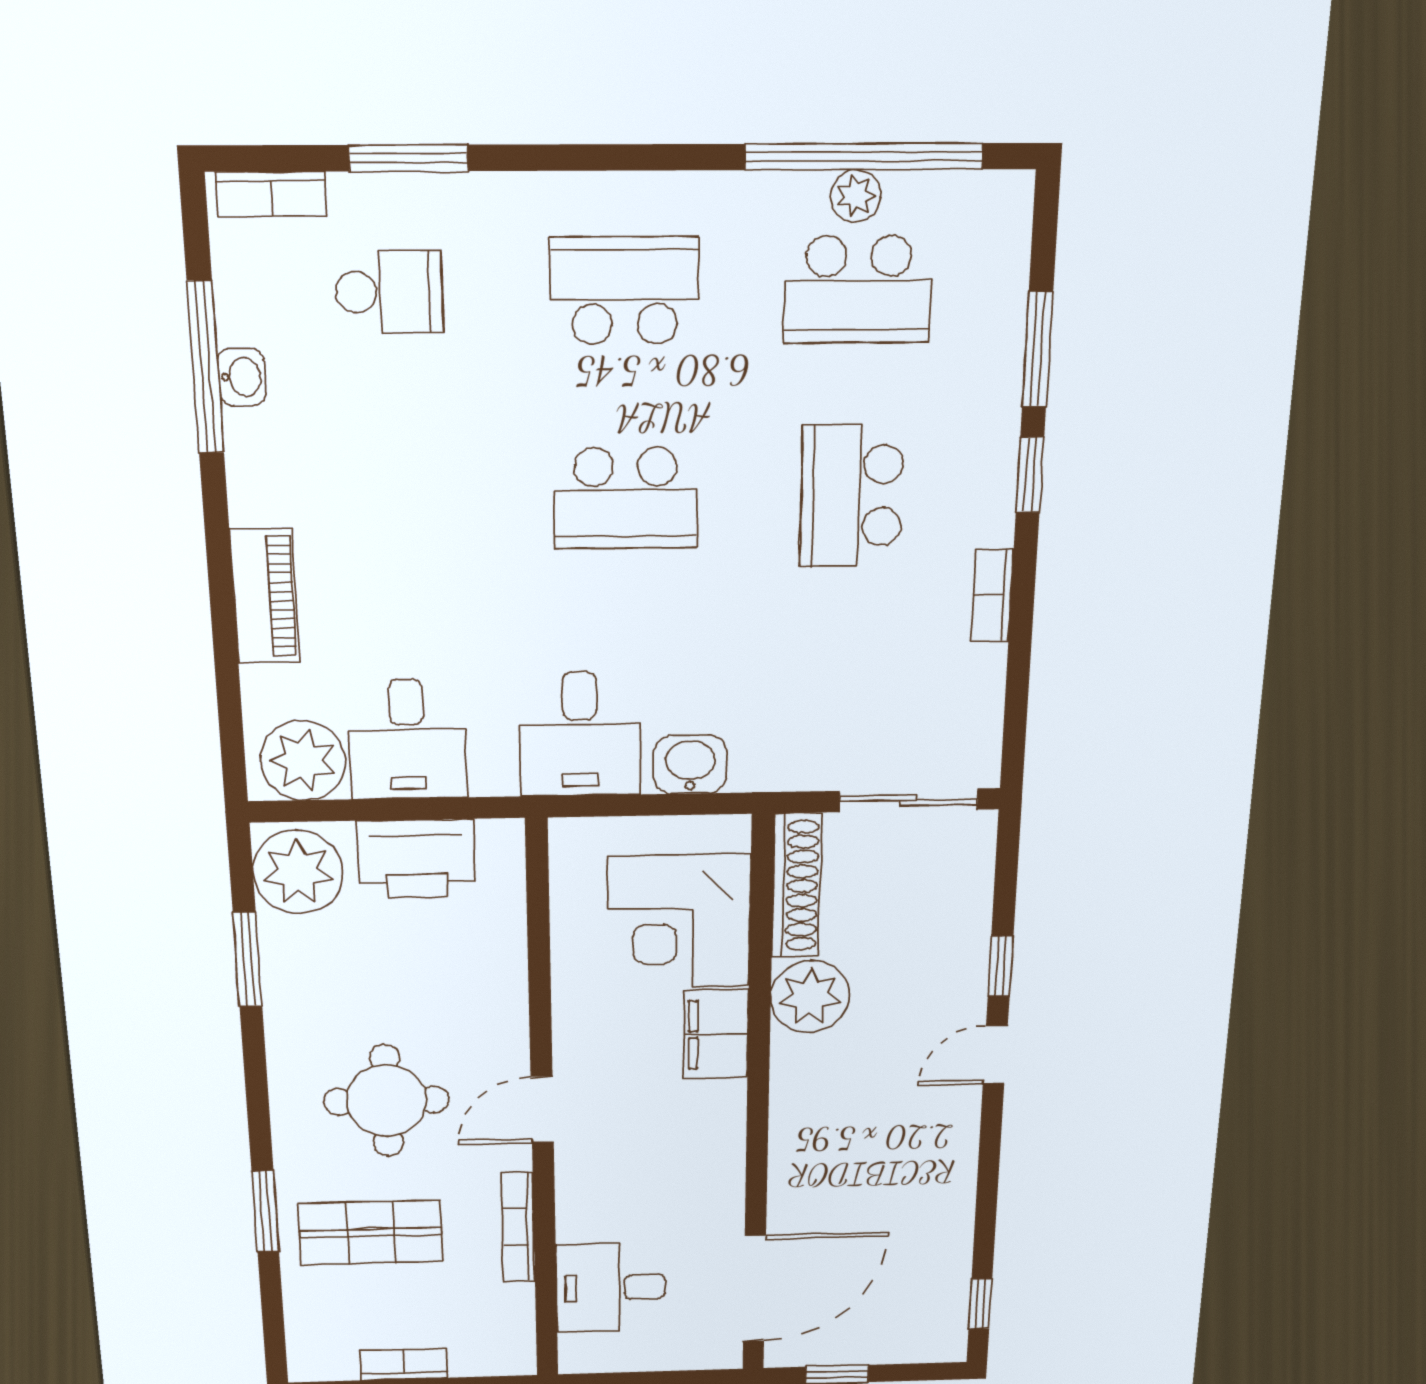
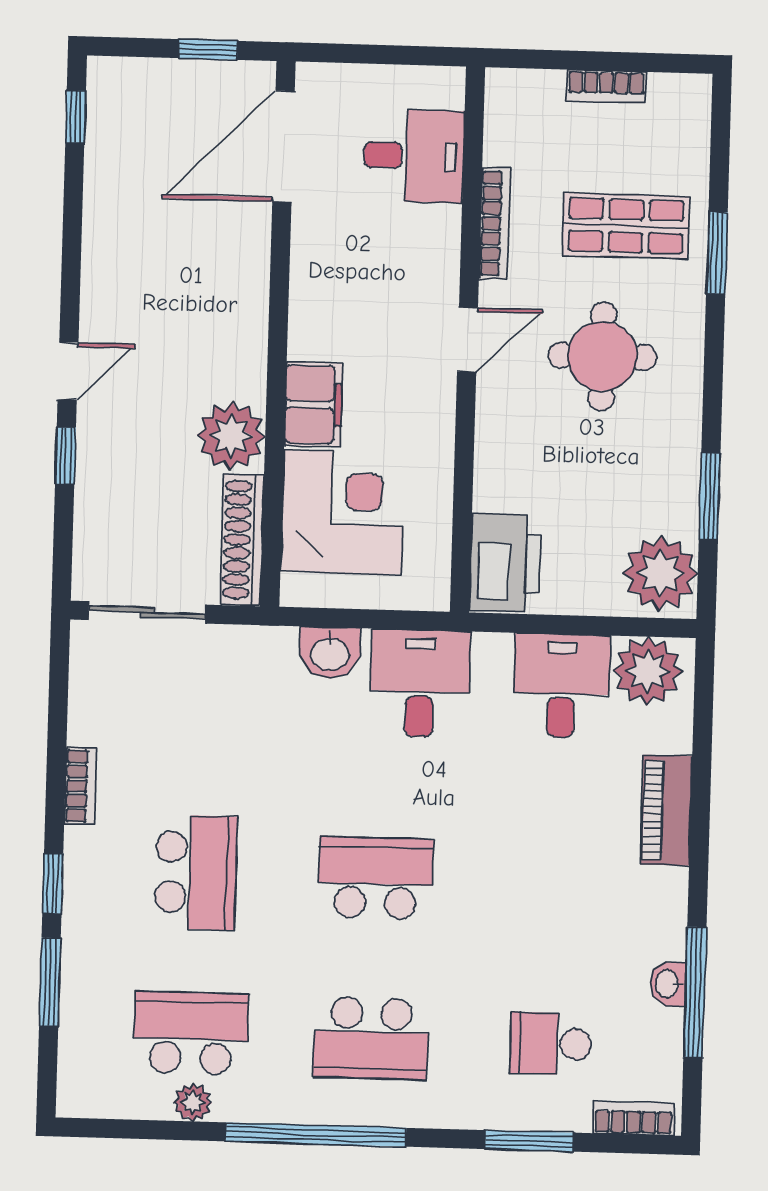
window: (864, 157) -> (316, 1135), moved
printer: (417, 859) -> (505, 563), moved, turned 90

